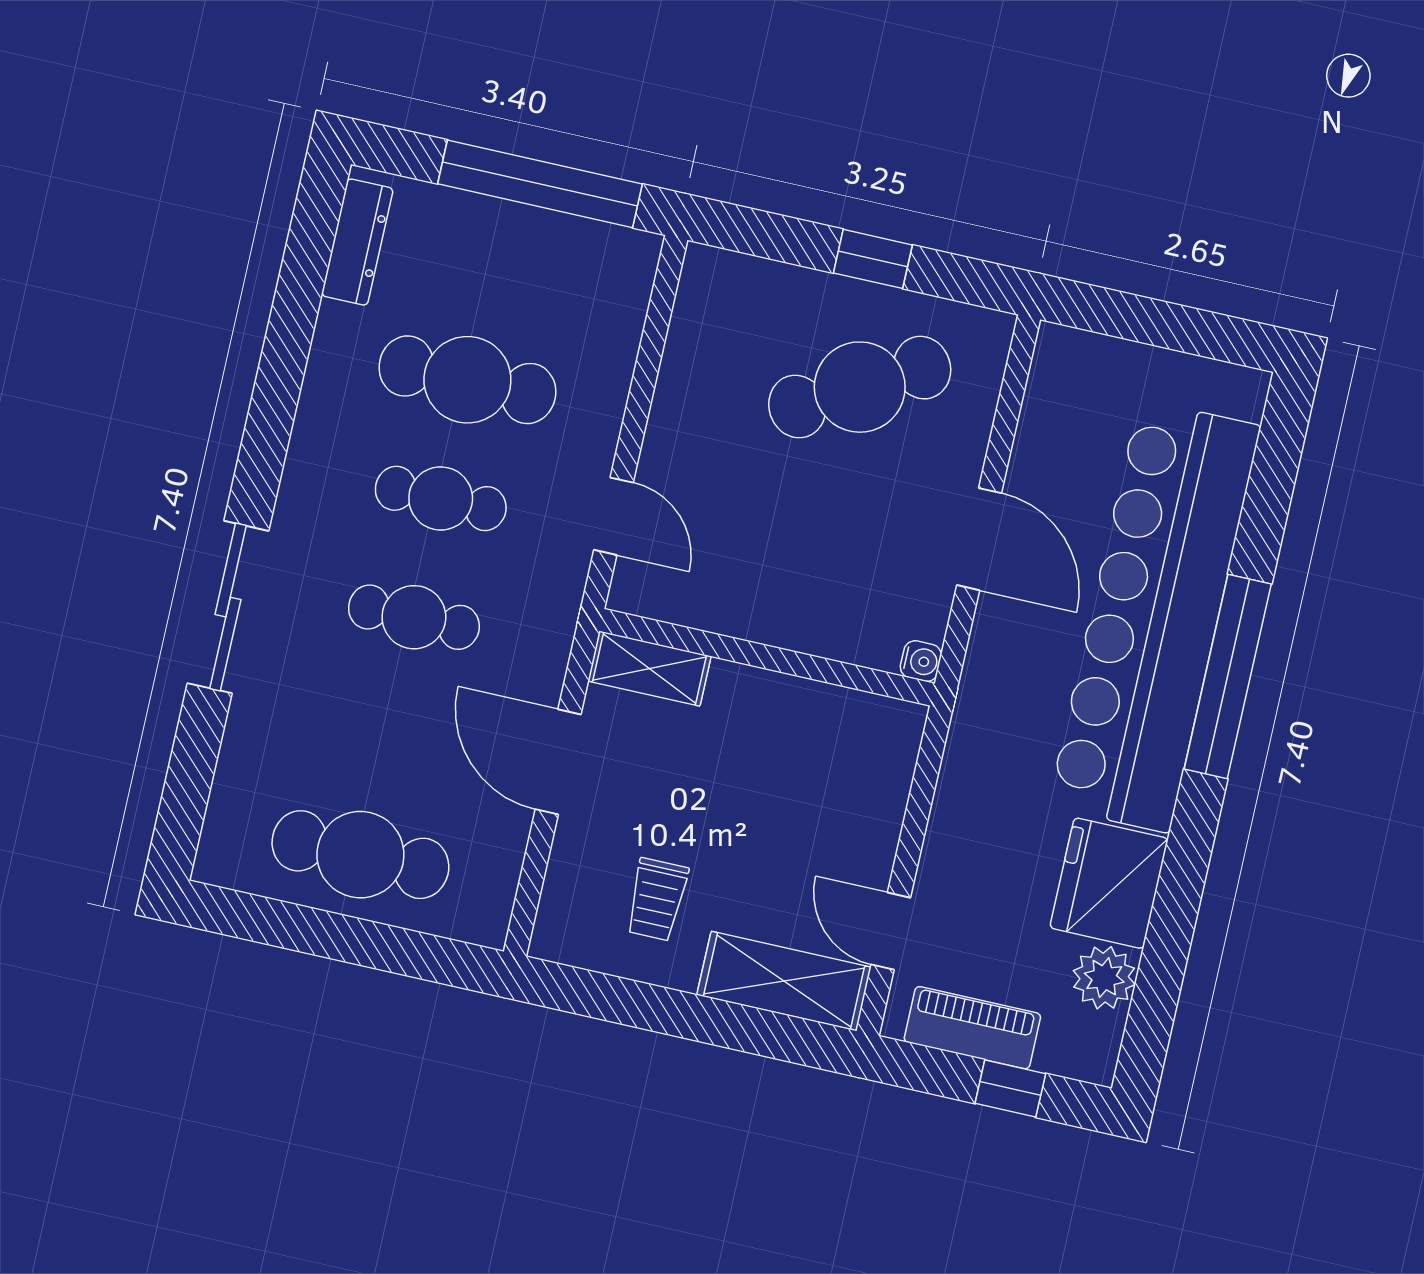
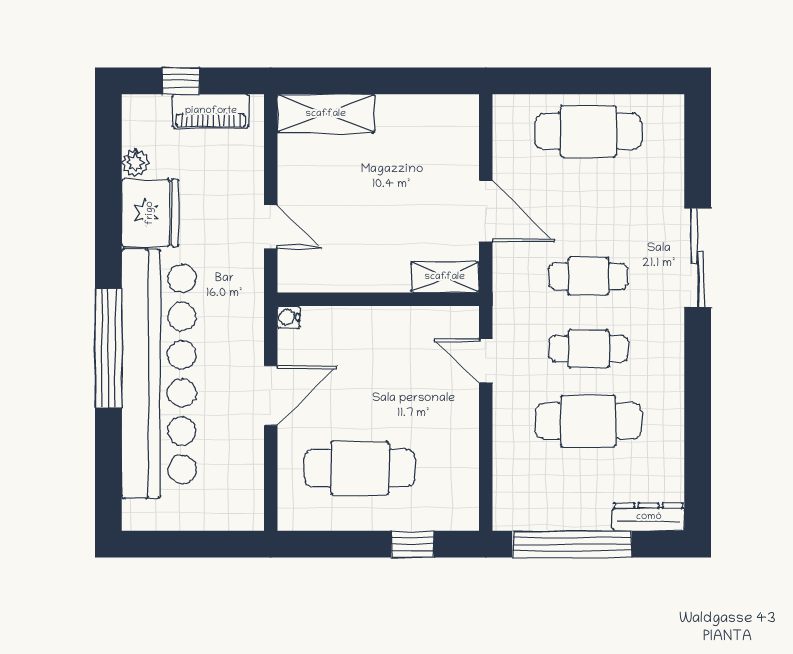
dresser: (357, 242) -> (649, 517), moved, turned 90
window: (873, 259) -> (412, 544), moved
cafe table: (860, 387) -> (360, 468), turned 30
door: (979, 539) -> (271, 396), swing flipped
trolley: (657, 899) -> (411, 144), removed
door: (891, 931) -> (271, 227), moved
plant: (1104, 978) -> (135, 163), width x0.73, depth x0.73

